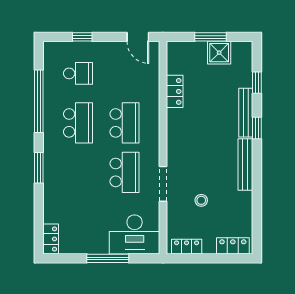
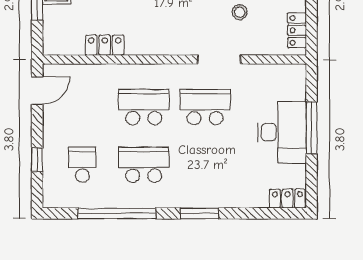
desk: (135, 234) -> (282, 132), moved

